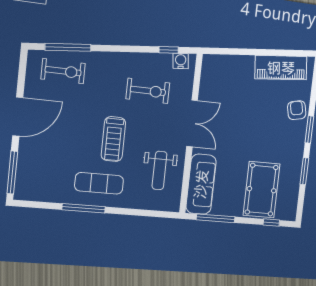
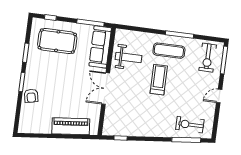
water cooler: (181, 61) -> (113, 131), removed
piano: (281, 68) -> (71, 126), moved
exercise bike: (148, 91) -> (208, 58), moved, turned -90
door: (18, 117) -> (219, 96), width x0.53
weight bench: (160, 170) -> (129, 57), turned 90
pool table: (262, 190) -> (57, 41), turned 90

